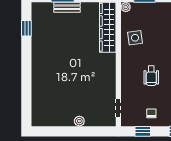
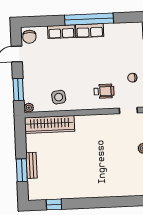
wheelchair: (151, 76) -> (104, 91), moved

